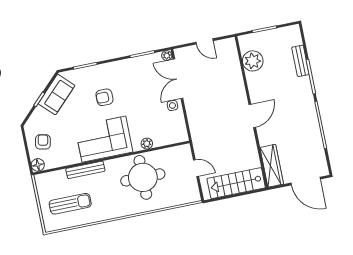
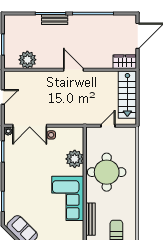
bench: (300, 61) -> (55, 20), moved
armchair: (104, 97) -> (33, 191), removed
plant: (147, 144) -> (75, 159), width x1.87, depth x1.87
wardrobe: (272, 166) -> (125, 62), width x0.67

